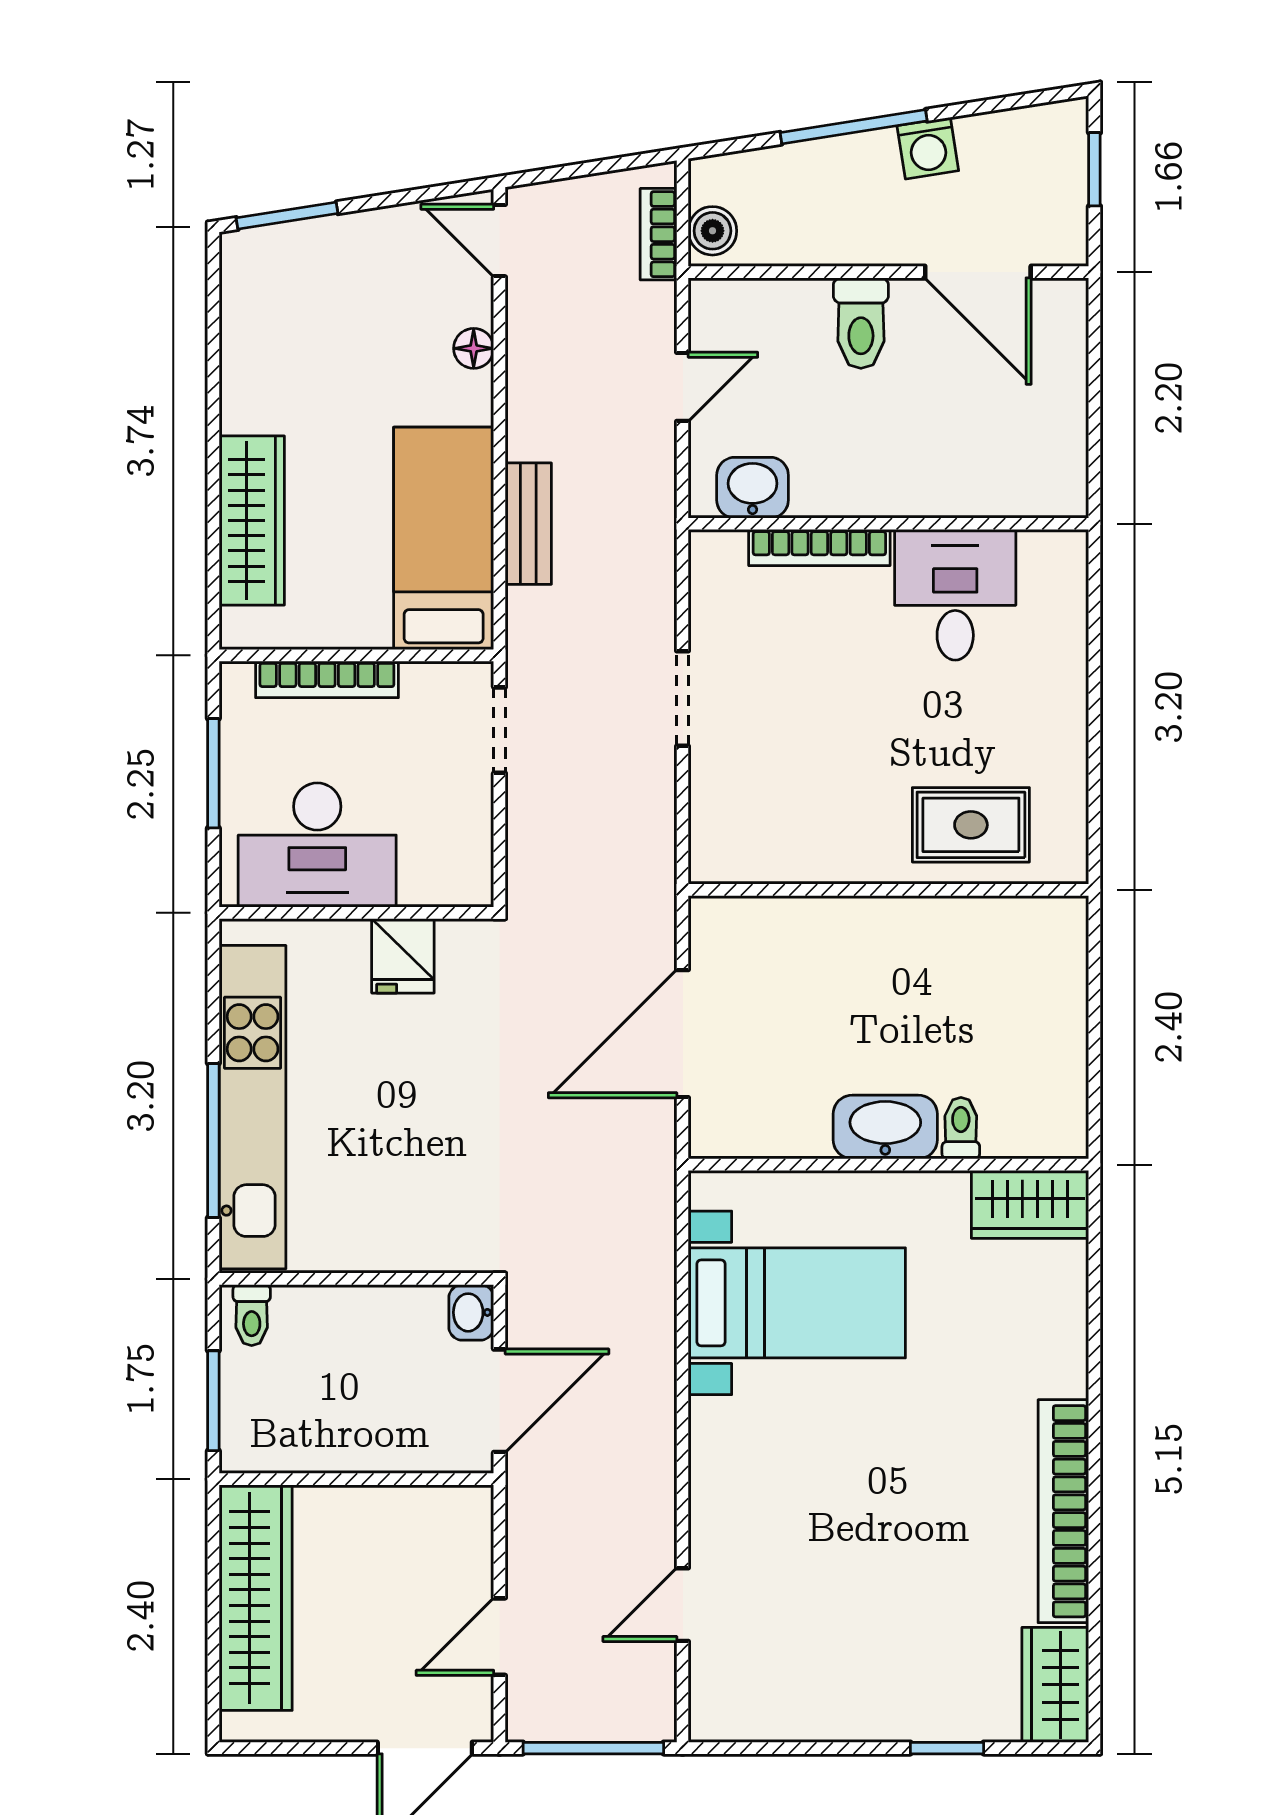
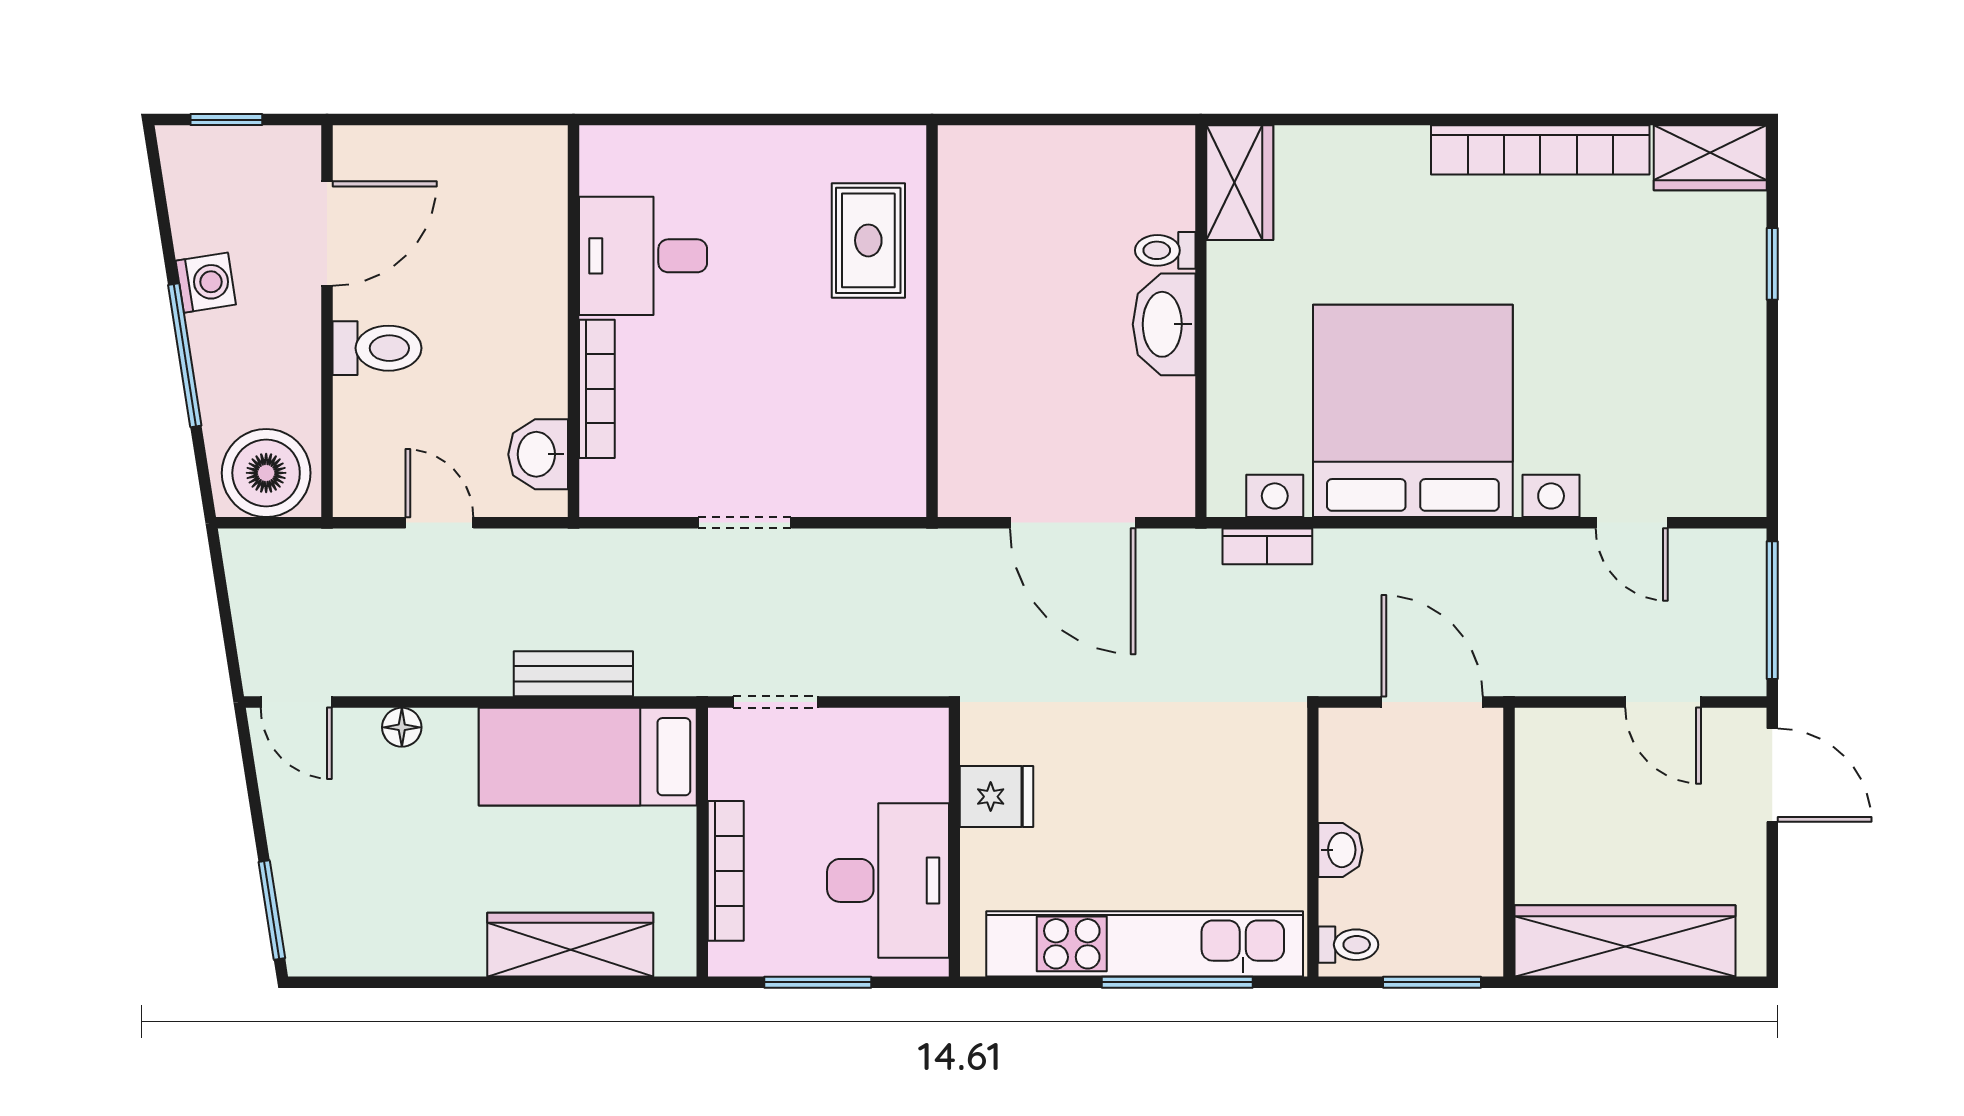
boiler: (712, 231) -> (266, 473), width x1.86, depth x1.86
bookcase: (658, 234) -> (1267, 546), moved
door: (499, 241) -> (296, 702), hinge flipped
bed with nightstands: (797, 1303) -> (1413, 411), width x1.85
washbasin: (471, 1312) -> (1340, 850), moved, turned -90

